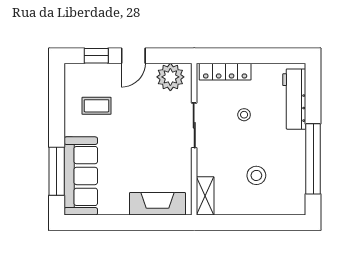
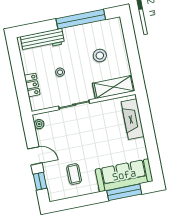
locker: (225, 72) -> (32, 85), width x0.66
plant: (170, 77) -> (39, 124), width x0.53, depth x0.53
shelving: (205, 196) -> (114, 87), width x1.50, depth x1.33

